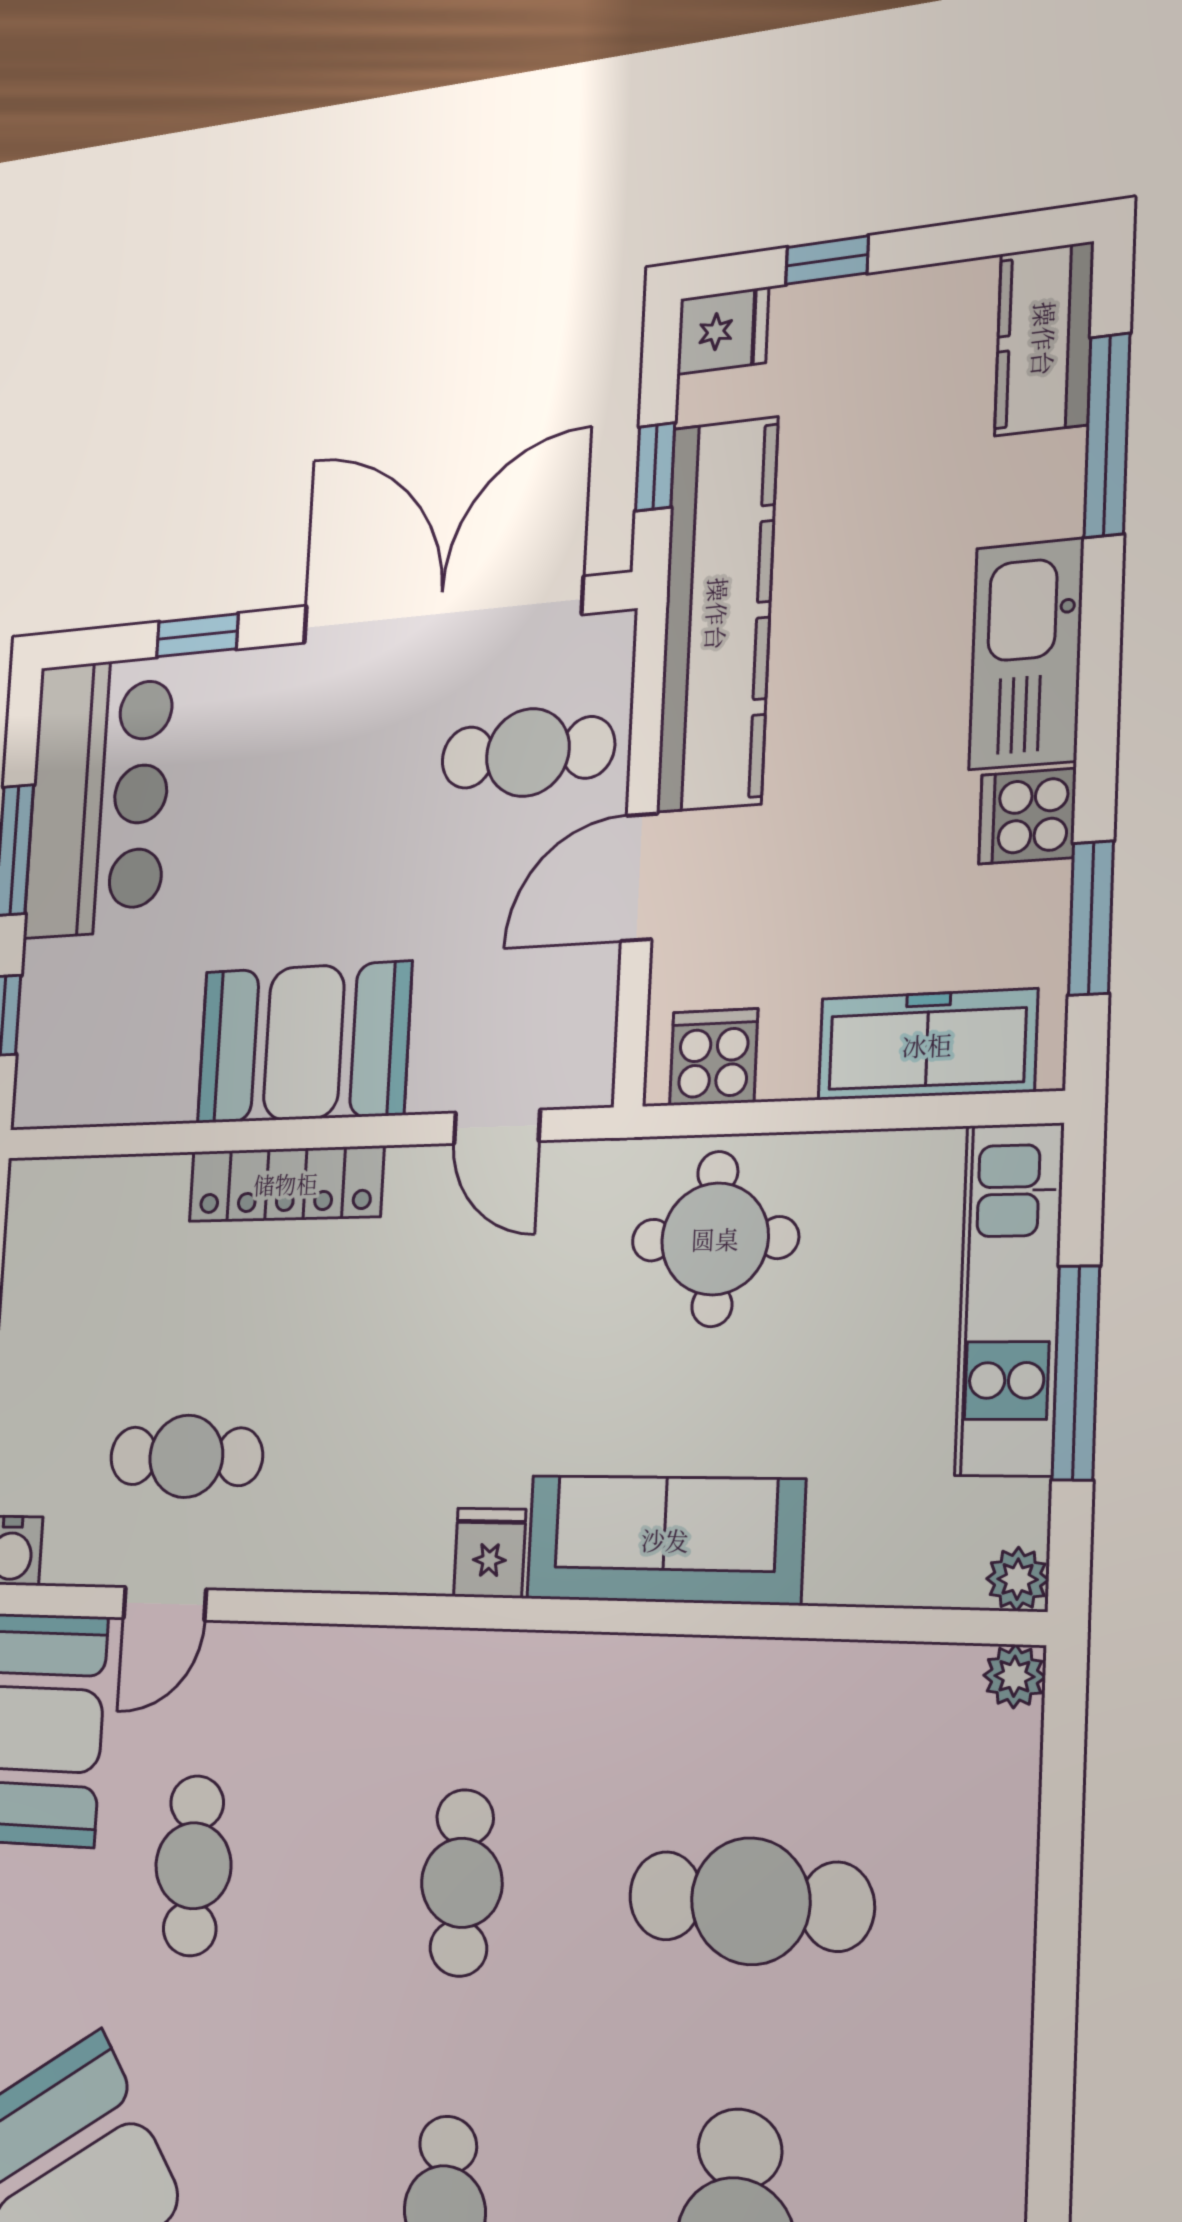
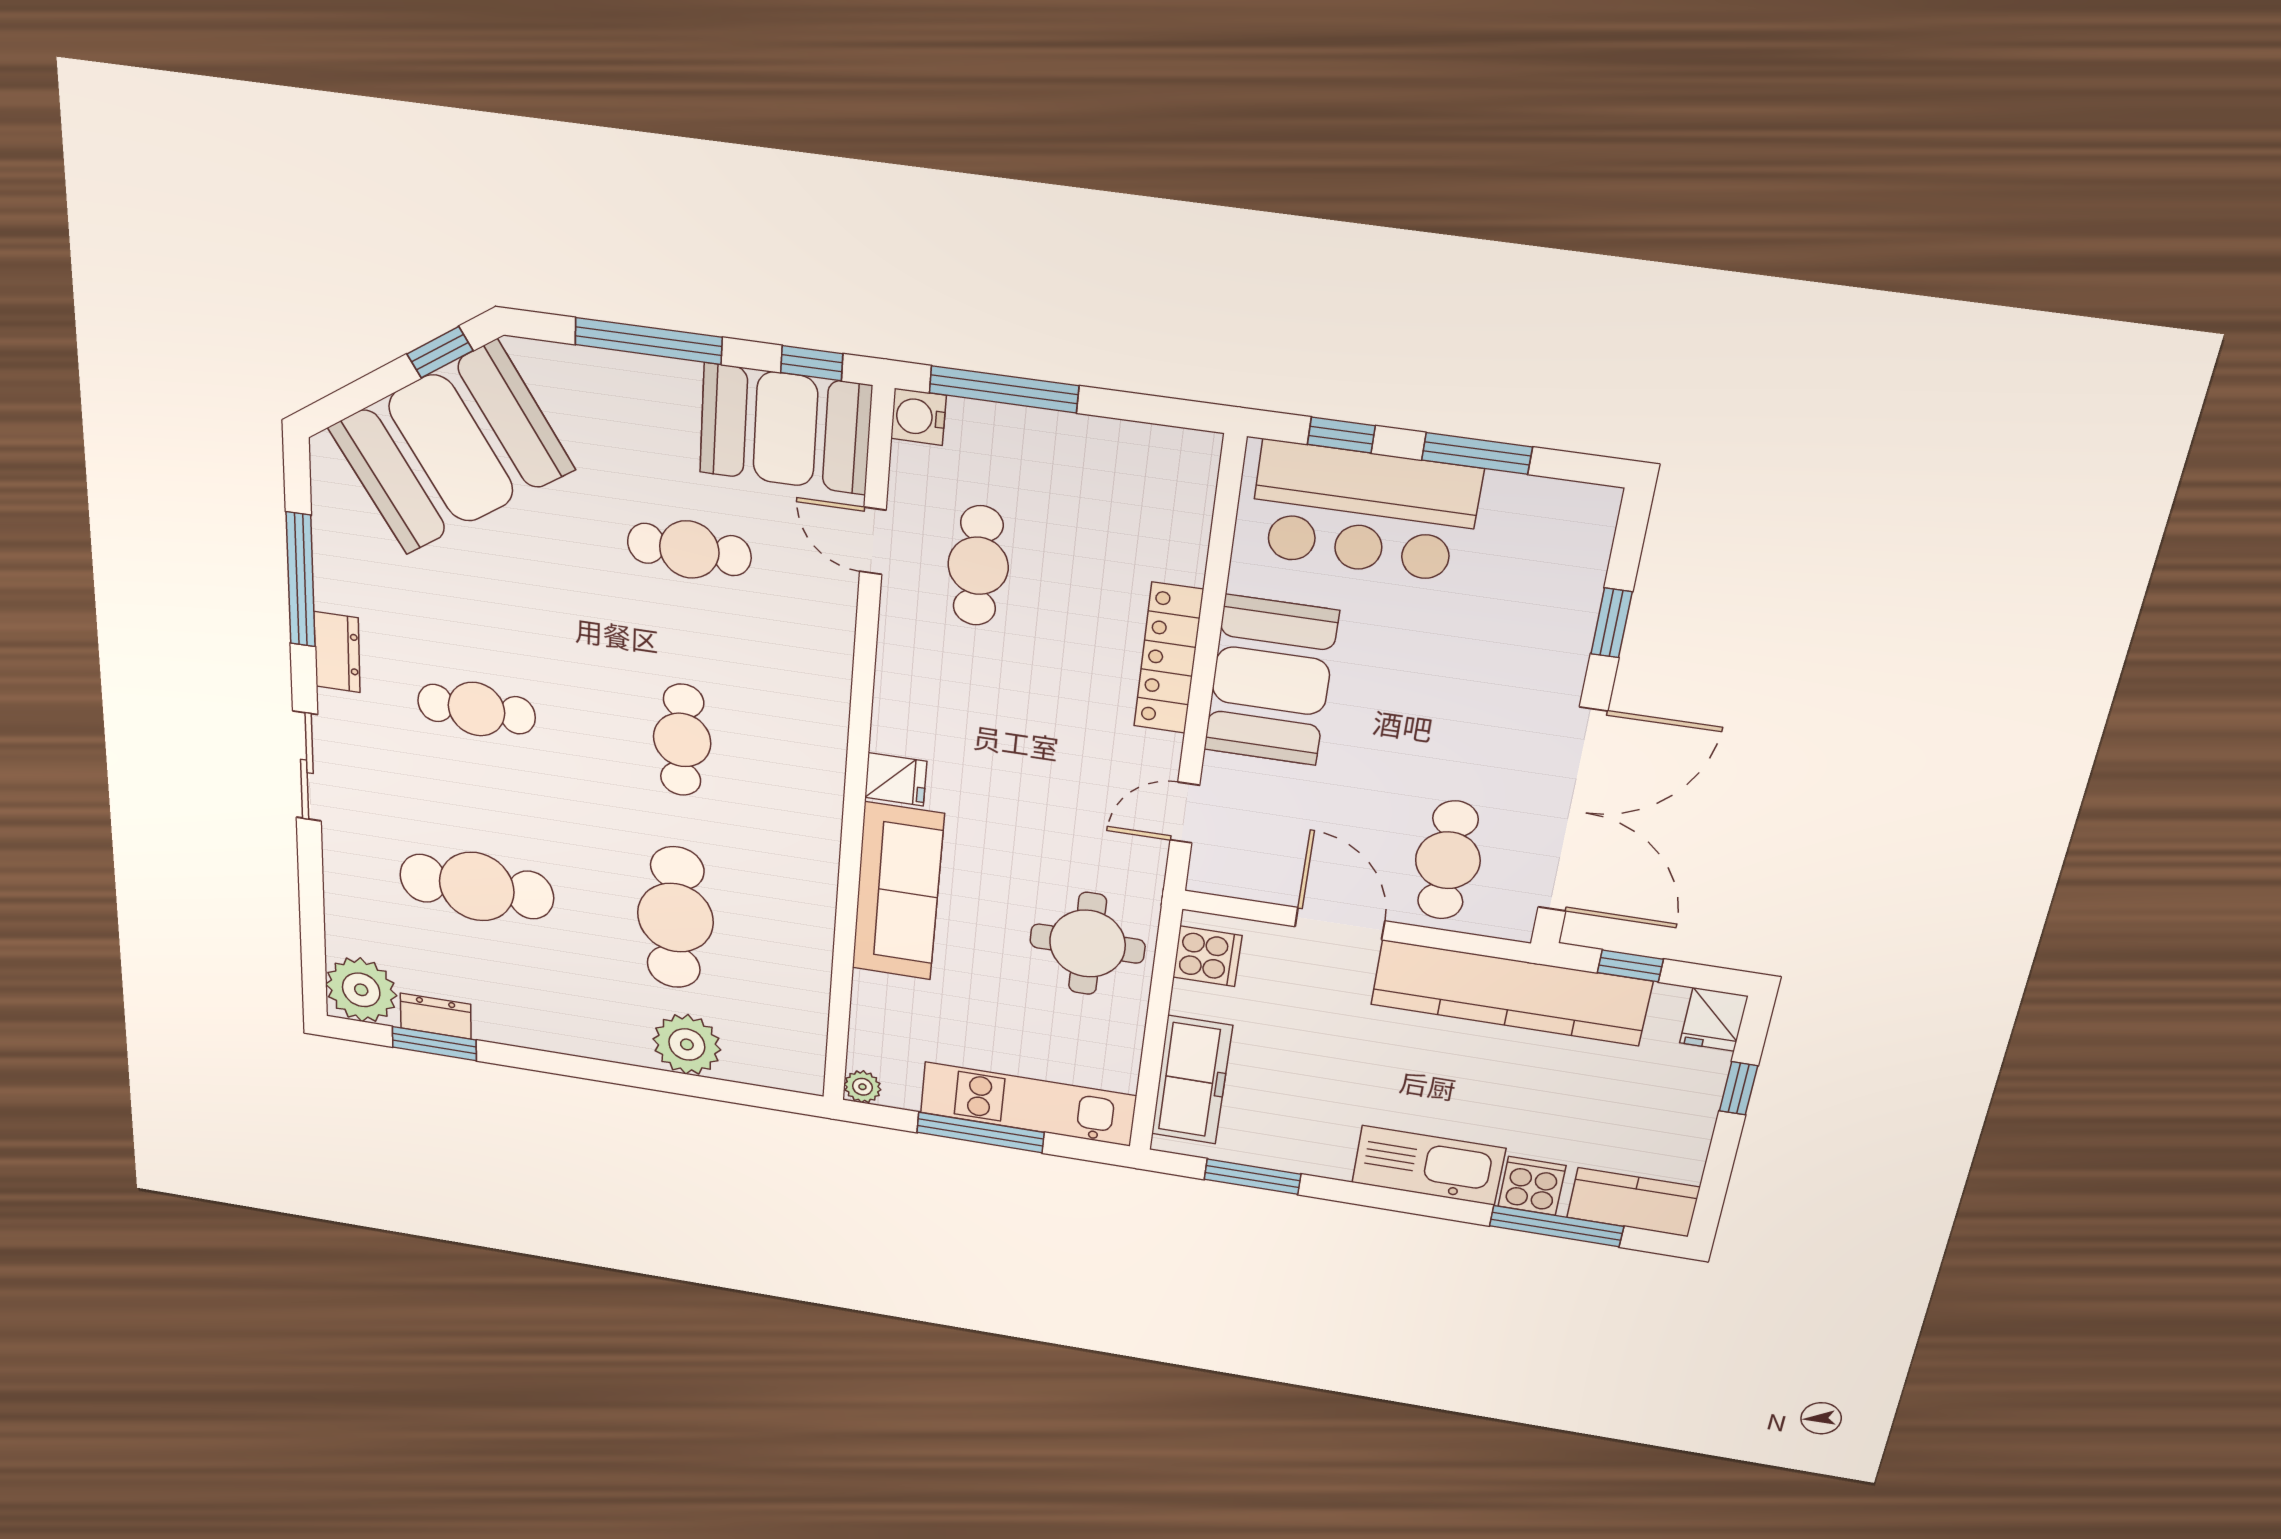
bar counter: (99, 797) -> (1364, 512), moved
cooker: (1027, 816) -> (1532, 1186), moved
plant: (1014, 1676) -> (687, 1044), moved, width x1.88, depth x1.88
cafe table: (462, 1883) -> (682, 740), turned 90

